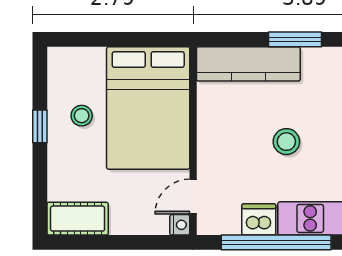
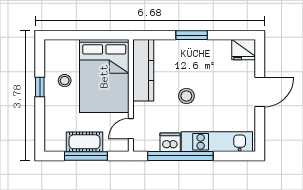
kitchen counter: (248, 64) -> (143, 70), moved, turned -90
cot: (78, 219) -> (84, 142), moved
nightstand: (180, 225) -> (123, 146), removed
window: (117, 242) -> (86, 156), added

